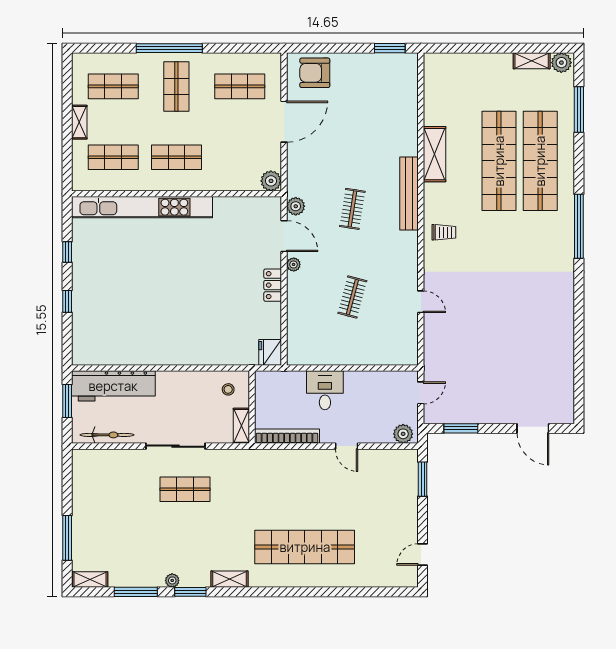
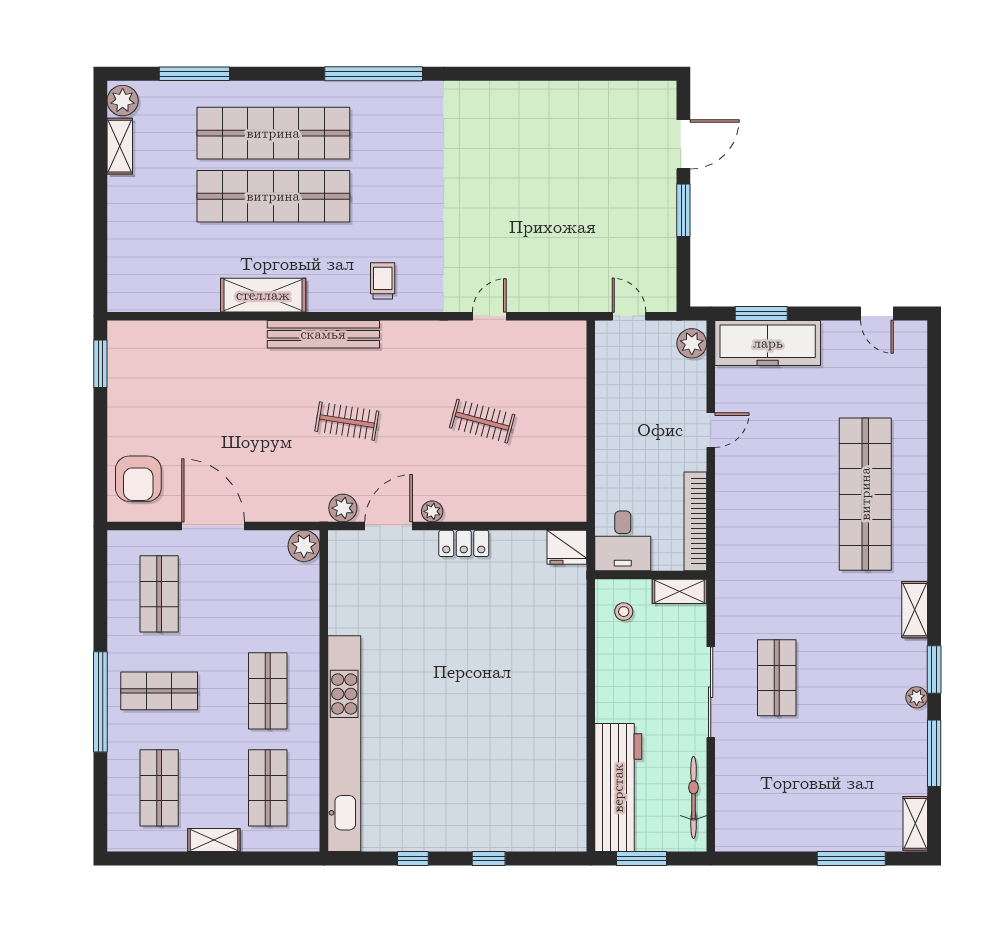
desk: (325, 390) -> (623, 541), moved, turned -90
window: (461, 428) -> (683, 210), moved
freezer: (403, 483) -> (768, 343), added

